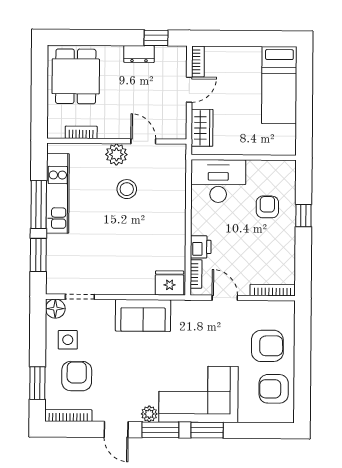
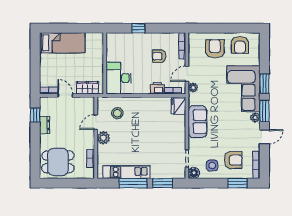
stool: (127, 189) -> (117, 113), moved
armchair: (267, 207) -> (159, 56), moved
plant: (201, 308) -> (193, 88), added
armchair: (77, 376) -> (233, 160), turned 180

